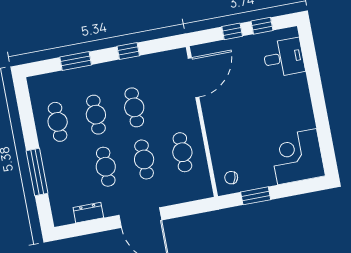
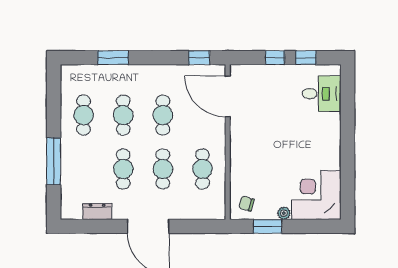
window: (128, 51) -> (199, 58), moved
door: (194, 78) -> (228, 97), swing flipped
plant: (269, 180) -> (284, 213), added

